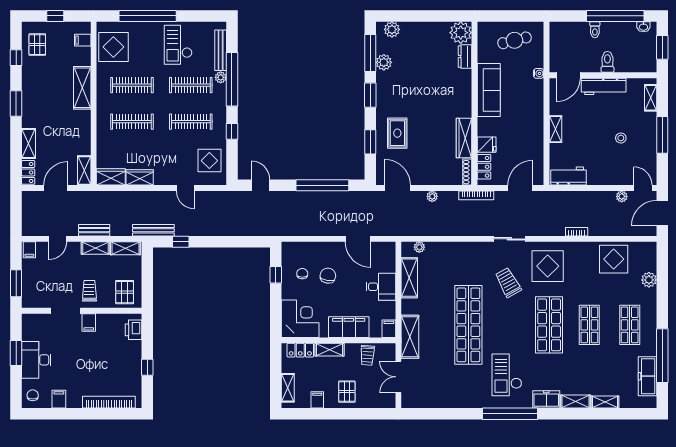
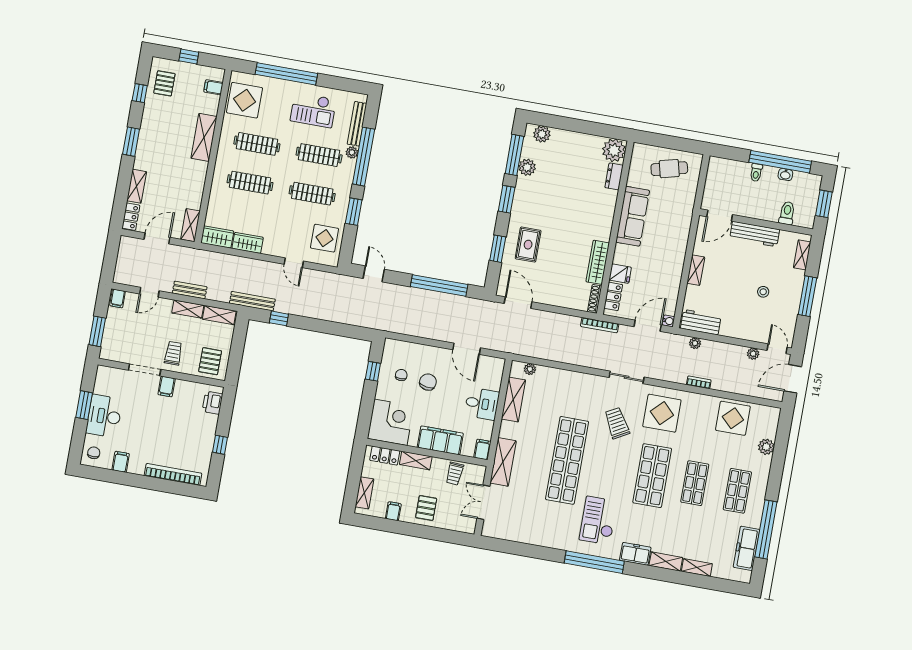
washbasin: (643, 27) -> (785, 175), moved
checkout: (178, 45) -> (313, 110), turned -90
toilet: (607, 62) -> (787, 213), moved
water cooler: (539, 73) -> (668, 321), moved
window: (232, 131) -> (354, 212), width x1.50
plant: (432, 196) -> (695, 343), moved

